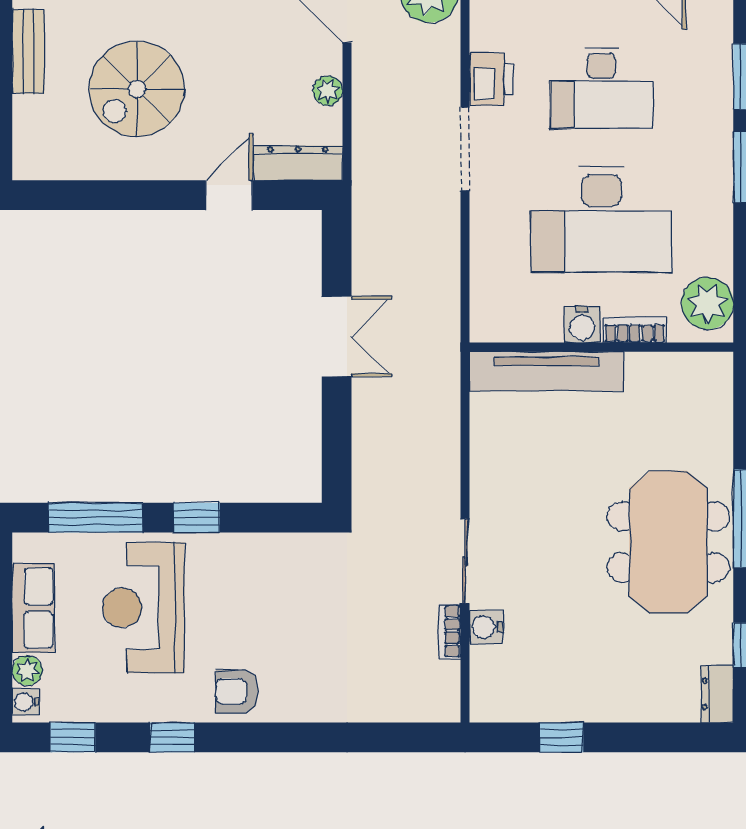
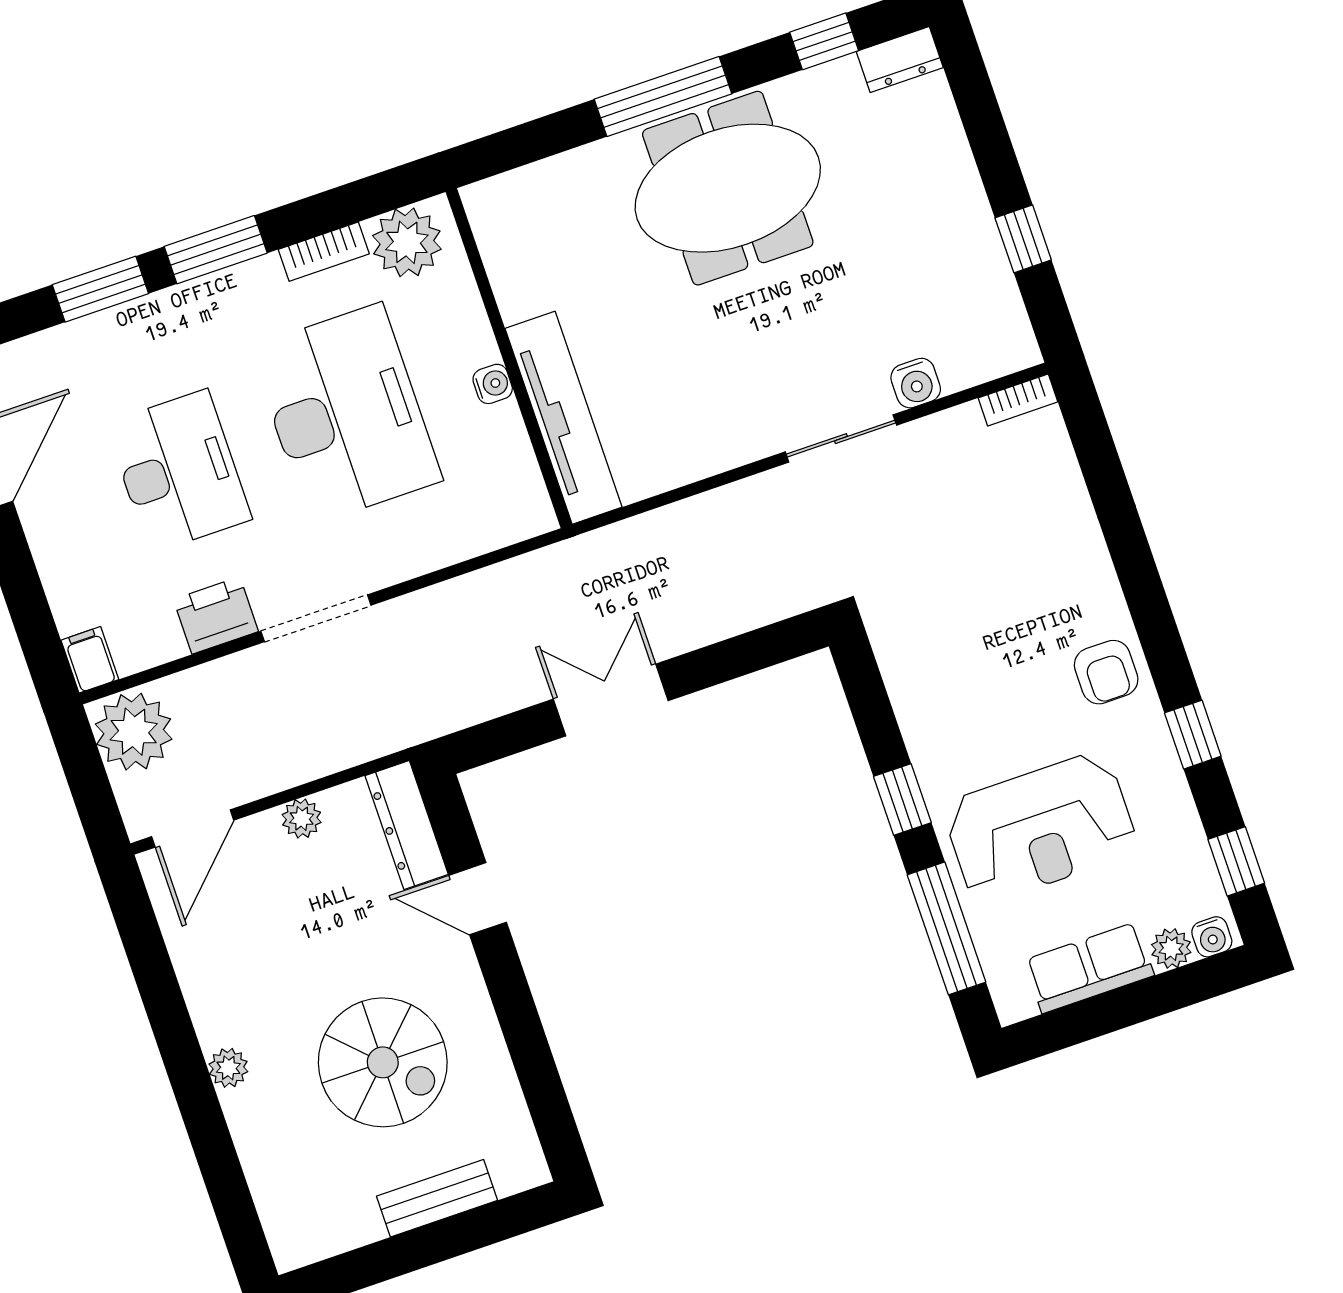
bench: (28, 51) -> (437, 1198), moved
water cooler: (582, 325) -> (493, 384), width x0.72, depth x0.72
bookcase: (635, 330) -> (324, 252), moved, turned -90
bookcase: (450, 631) -> (1018, 400), moved

